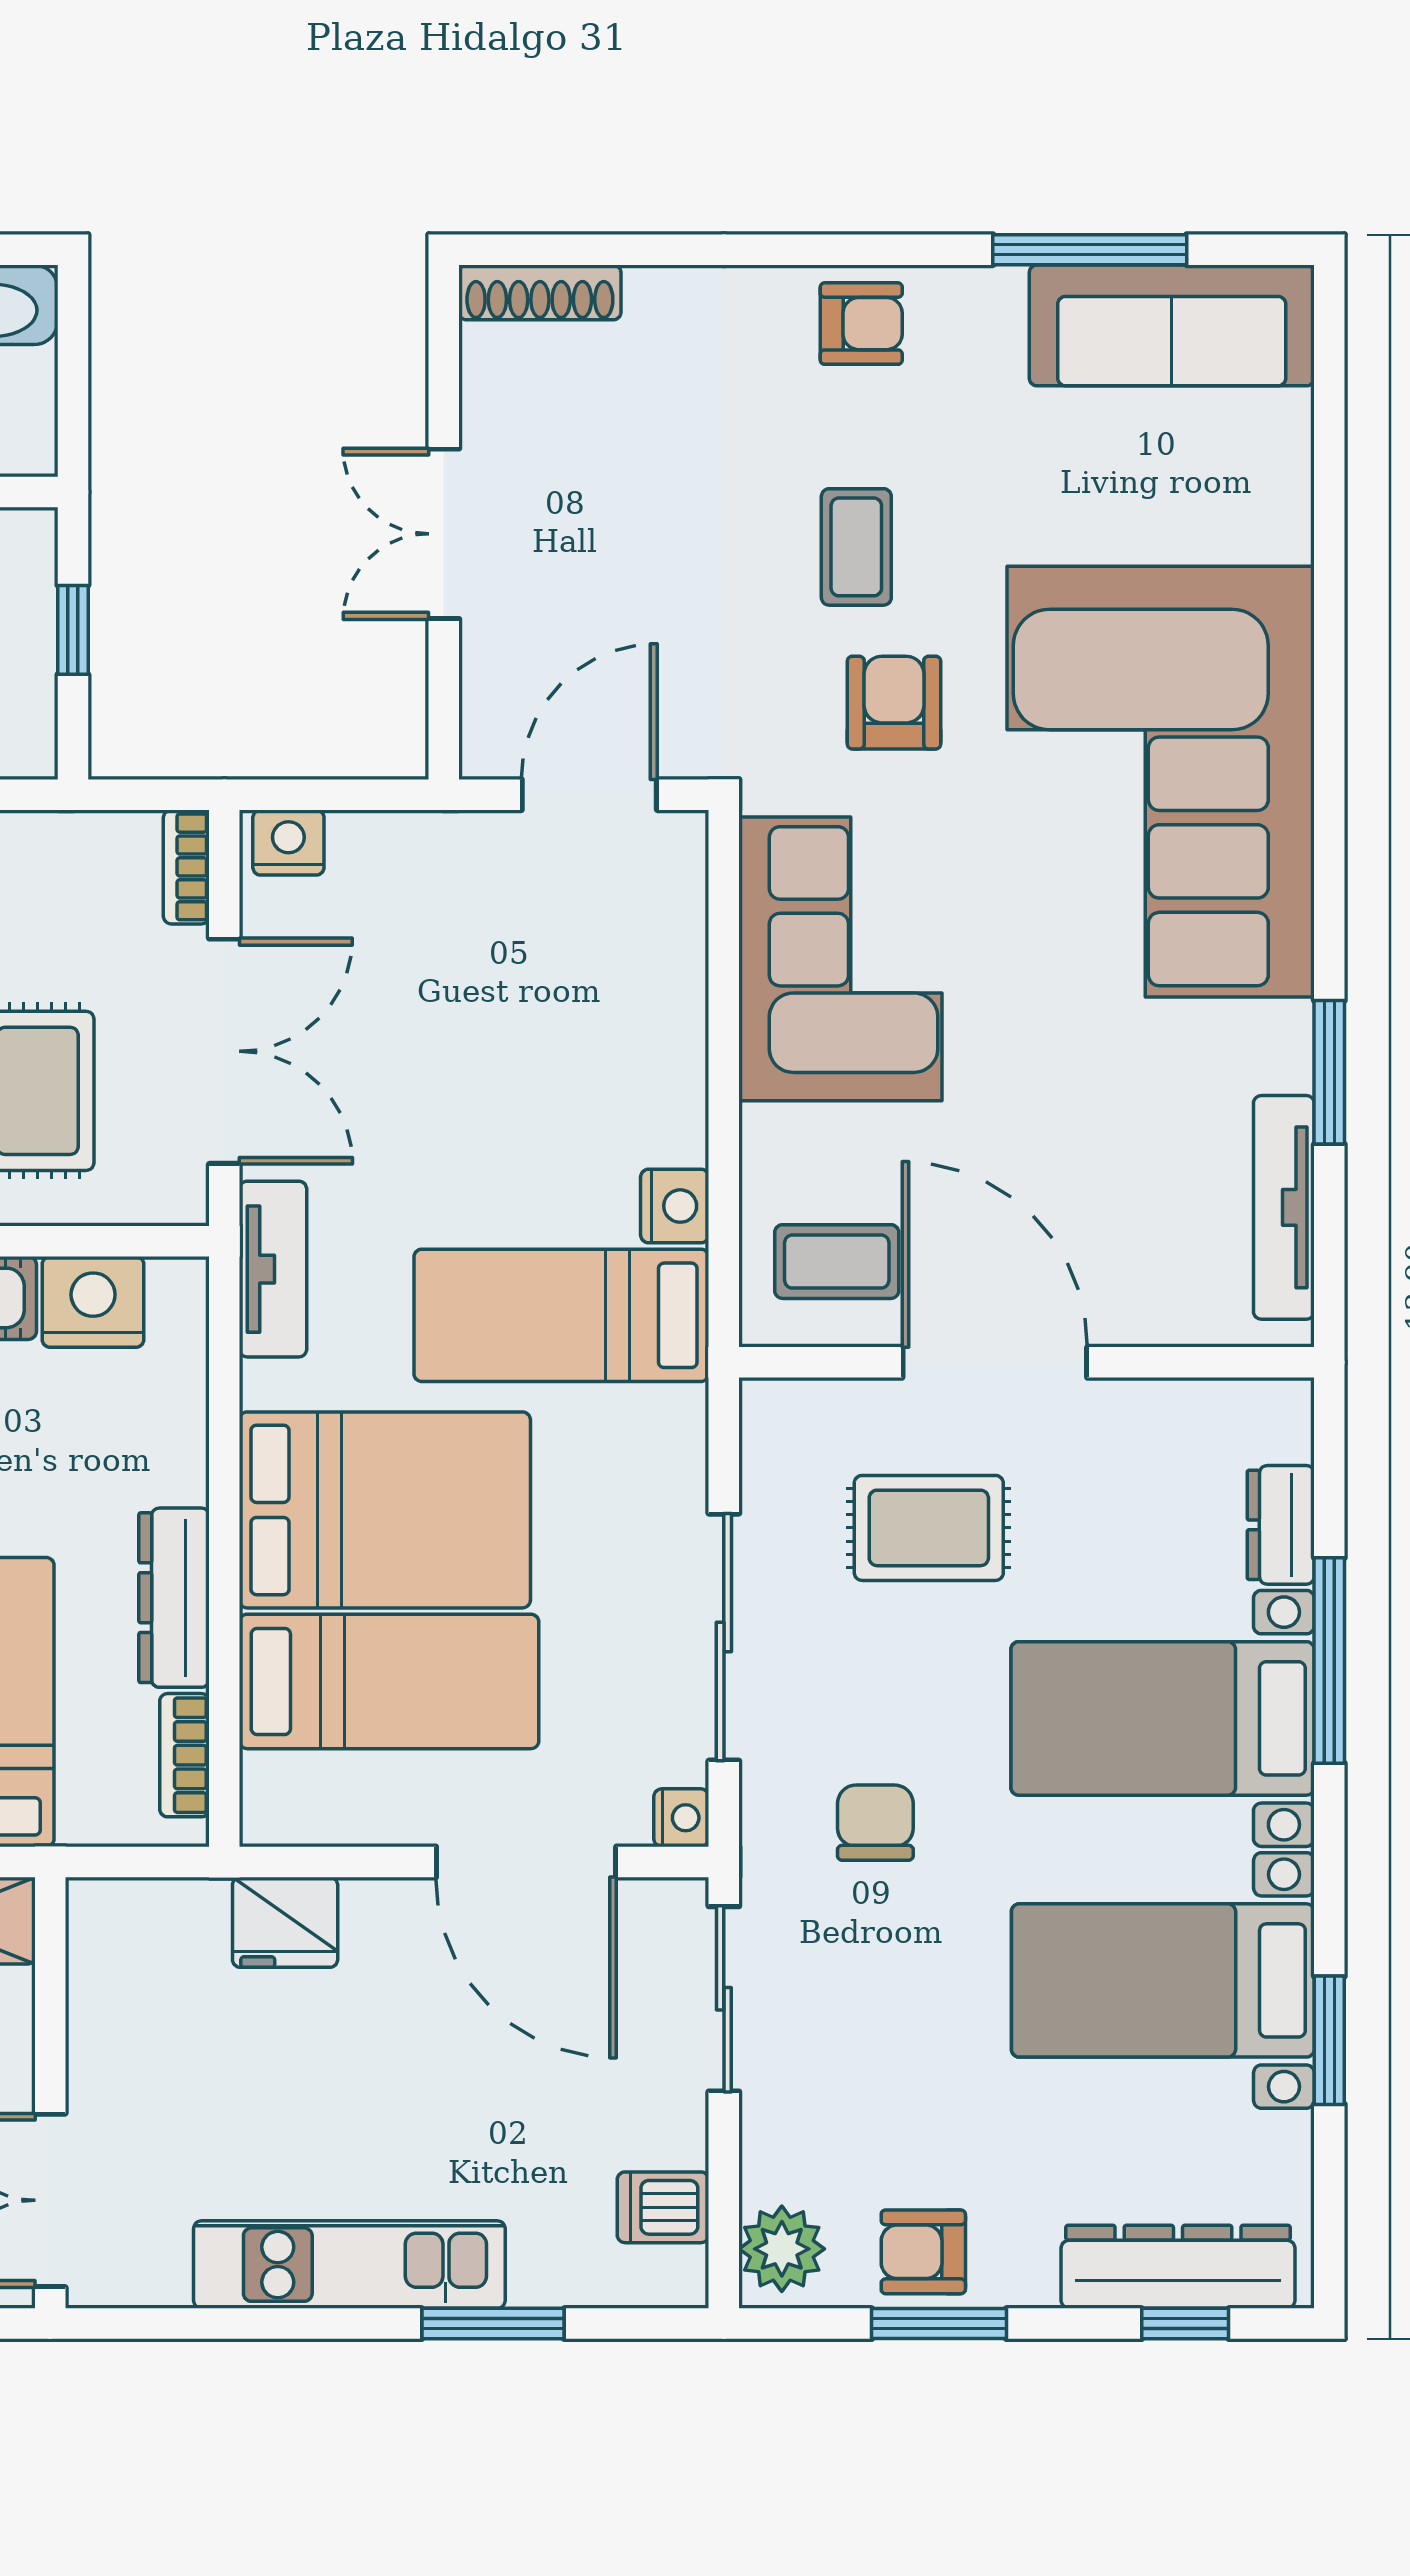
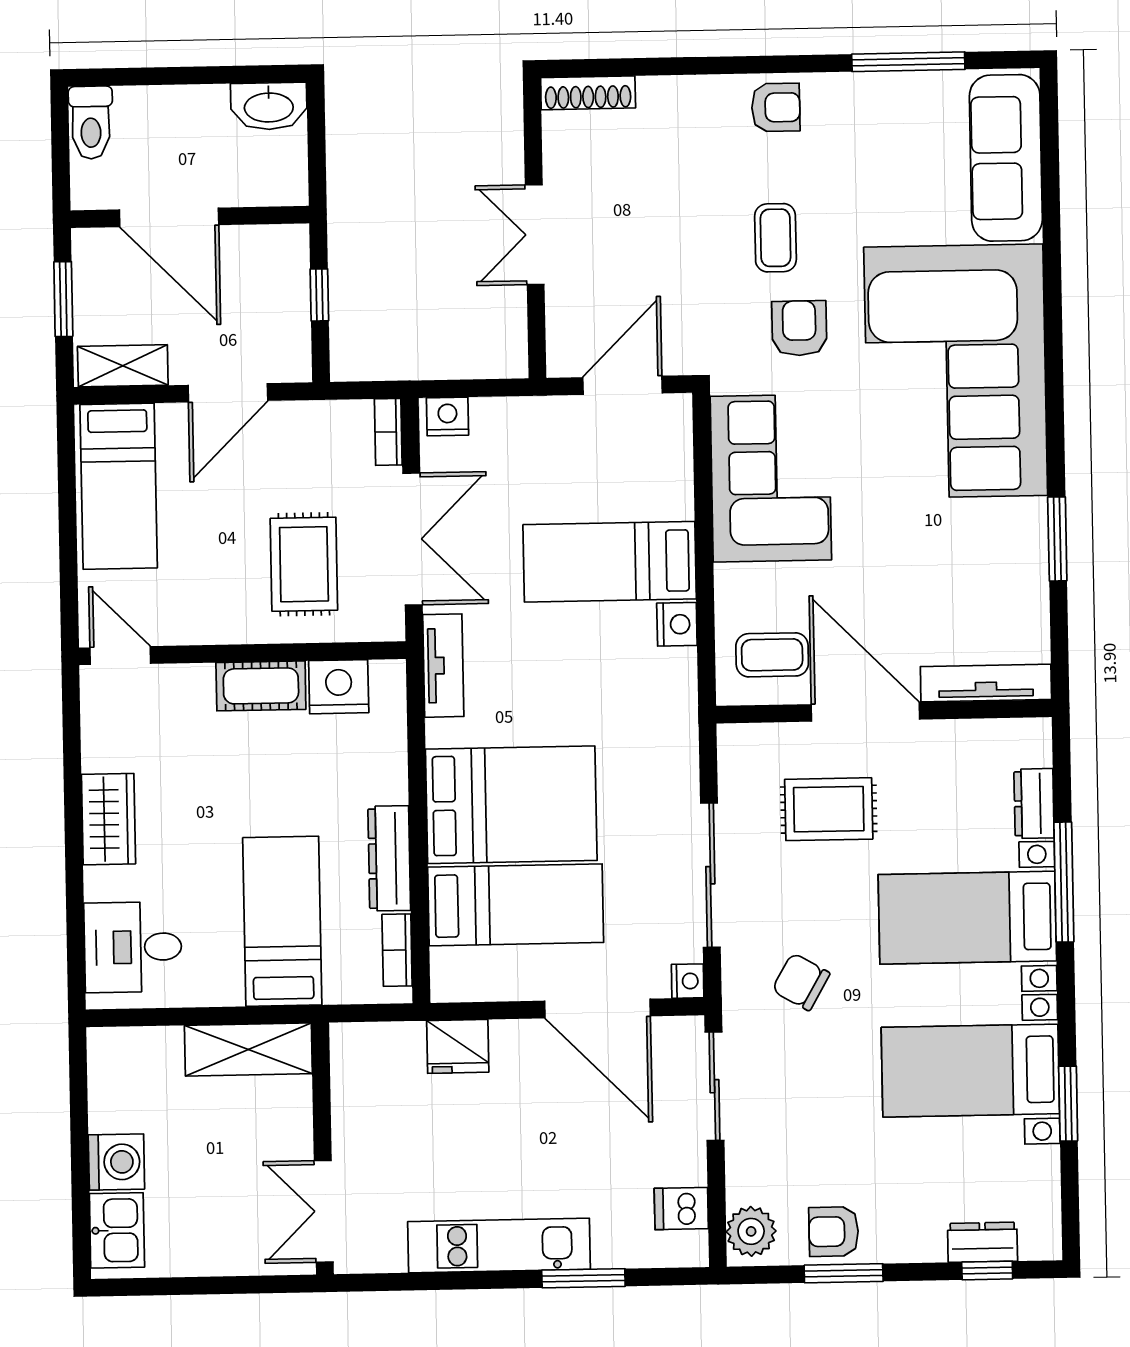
sofa: (1172, 325) -> (1006, 158), moved, turned 90
tv unit: (1284, 1207) -> (986, 683), moved, turned 90
bed: (561, 1315) -> (610, 562), moved
chair: (875, 1823) -> (801, 982), turned -60
dresser: (1178, 2267) -> (982, 1242), width x0.51, depth x0.80

